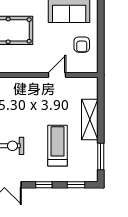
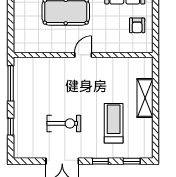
door: (57, 75) -> (83, 55), moved
window: (101, 156) -> (155, 134), removed

